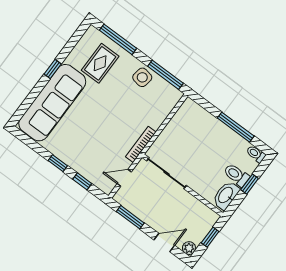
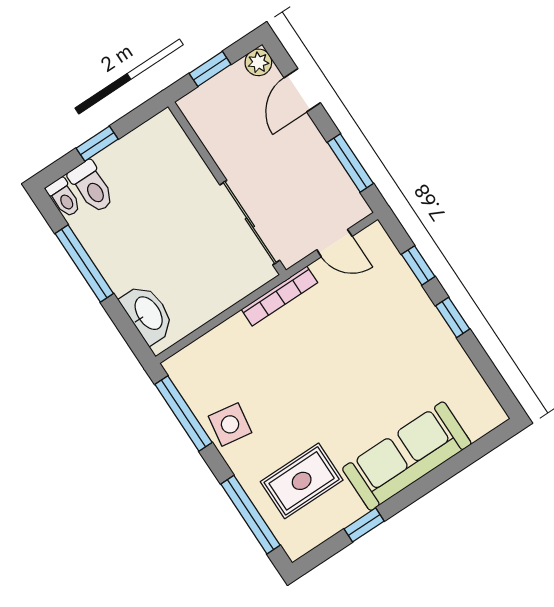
window: (53, 69) -> (364, 525), moved
sofa: (52, 103) -> (407, 456), width x0.74, depth x0.79
toilet: (236, 175) -> (92, 187), moved
washbasin: (226, 195) -> (148, 314), moved, turned -90
door: (164, 243) -> (302, 90), hinge flipped

